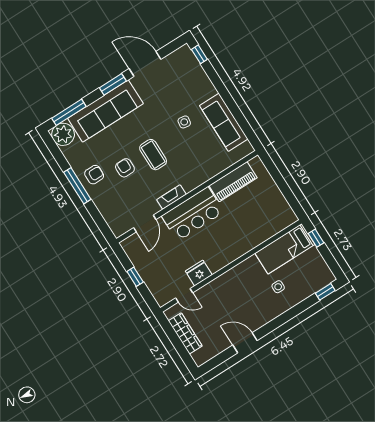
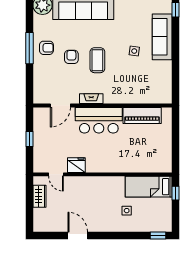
sofa: (224, 122) -> (162, 37), moved
wardrobe: (185, 333) -> (39, 196), width x0.67

